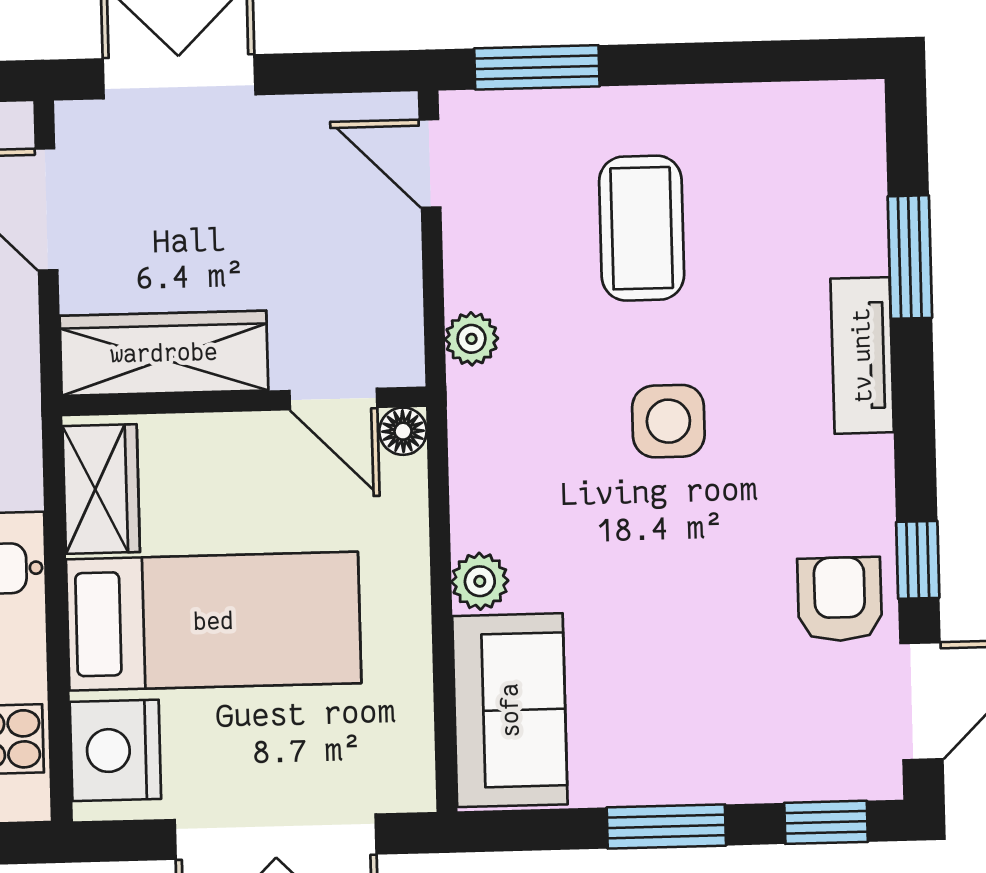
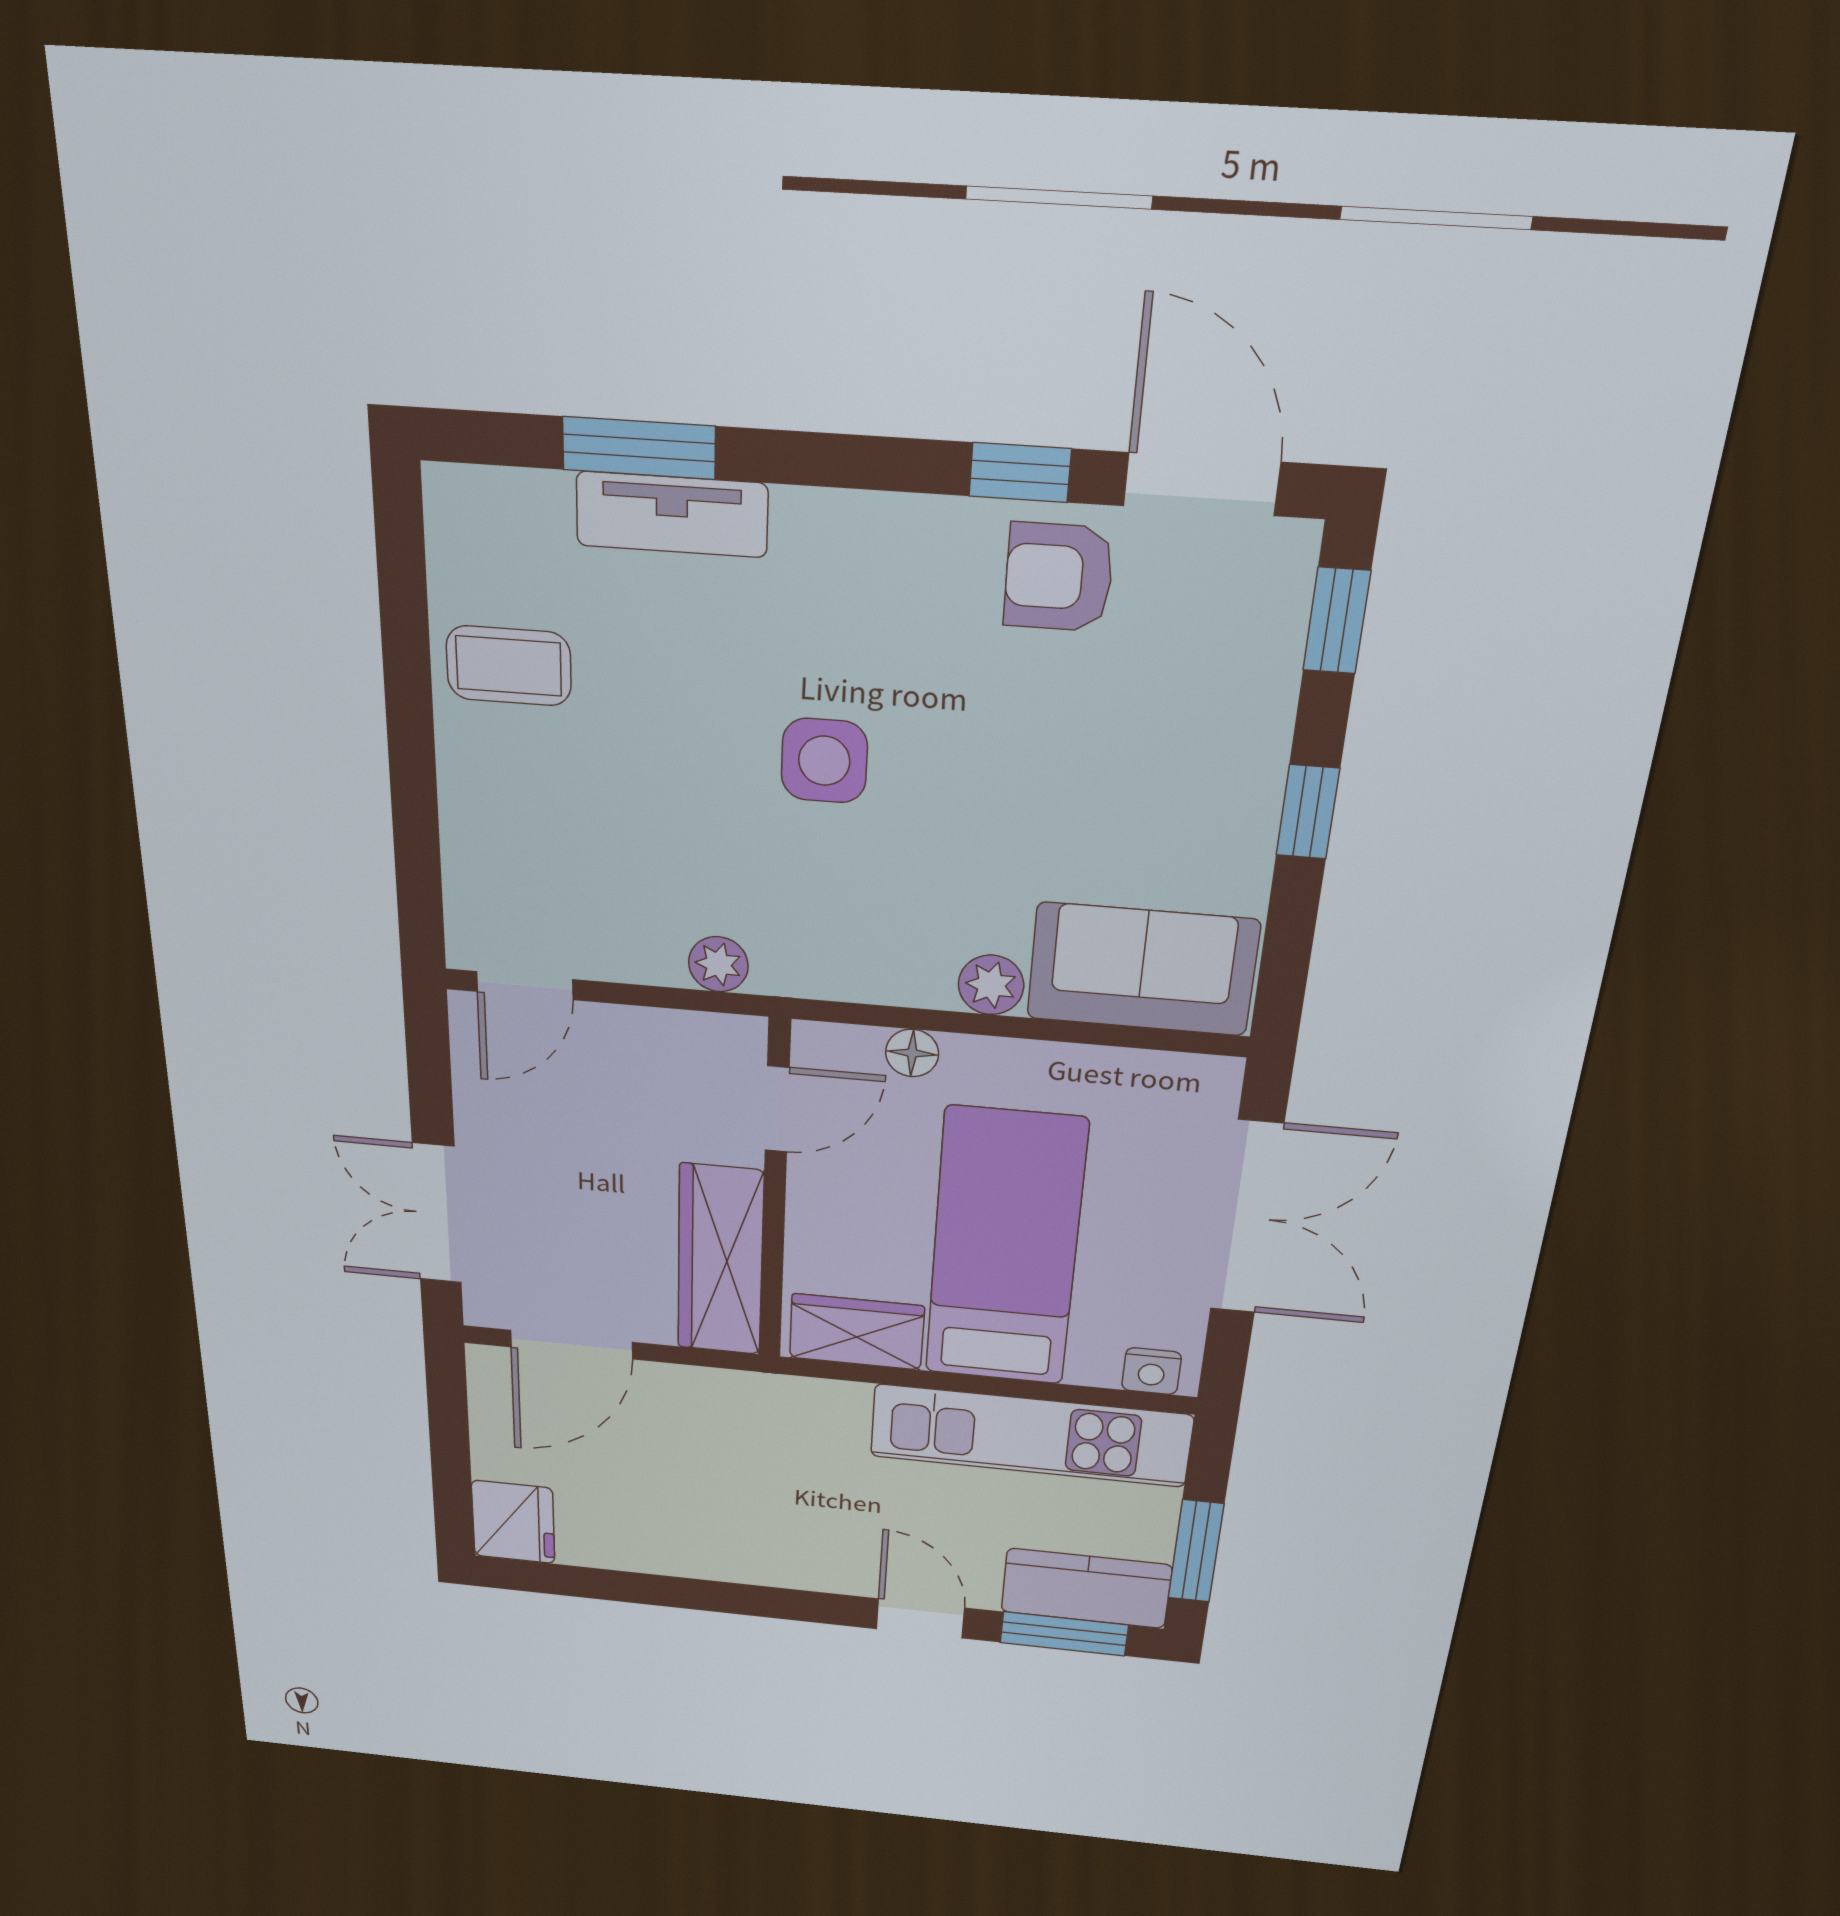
window: (537, 67) -> (418, 864), removed
coffee table: (642, 228) -> (509, 666), moved, width x0.73, depth x0.77
tv unit: (862, 355) -> (672, 515), moved
floor lamp: (403, 431) -> (912, 1053), moved
nightstand: (115, 750) -> (1152, 1371), width x0.53, depth x0.56
window: (666, 826) -> (1308, 812), width x0.67

